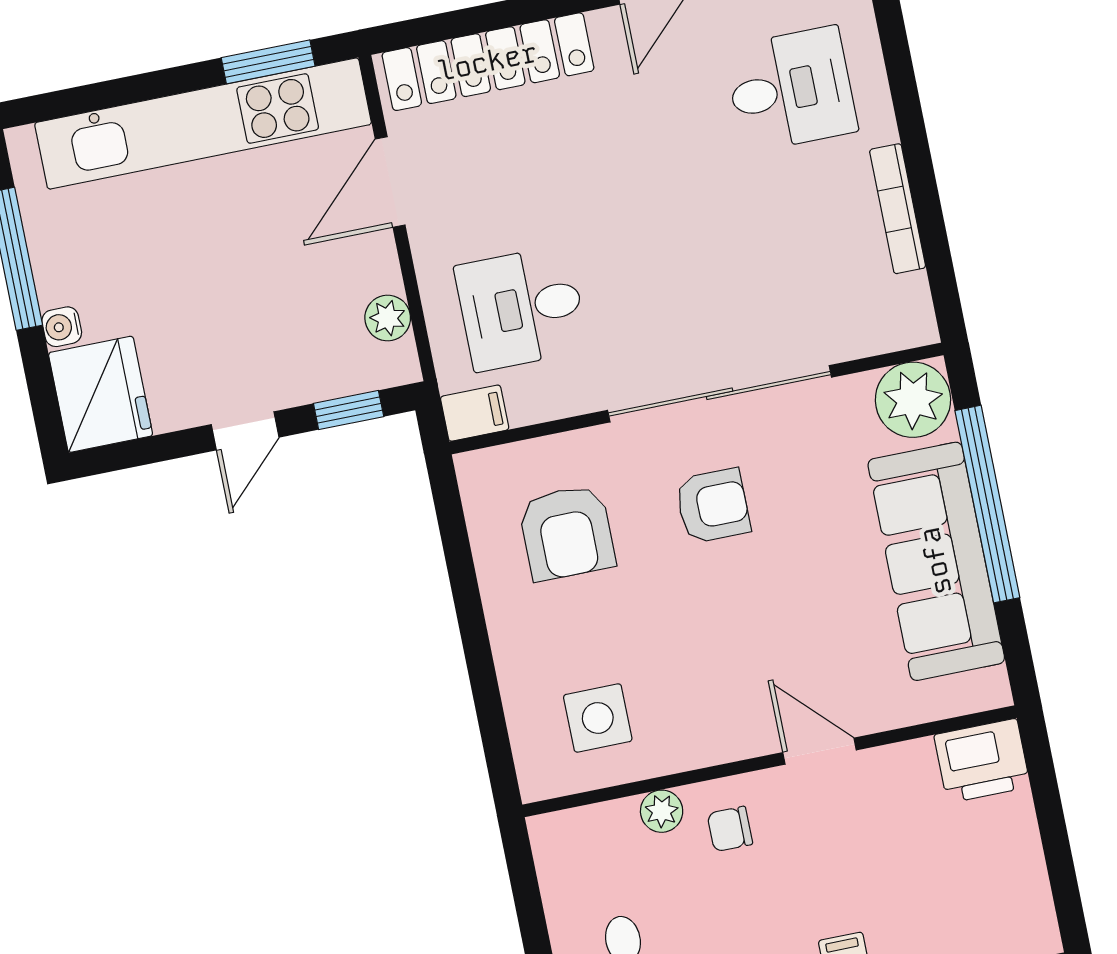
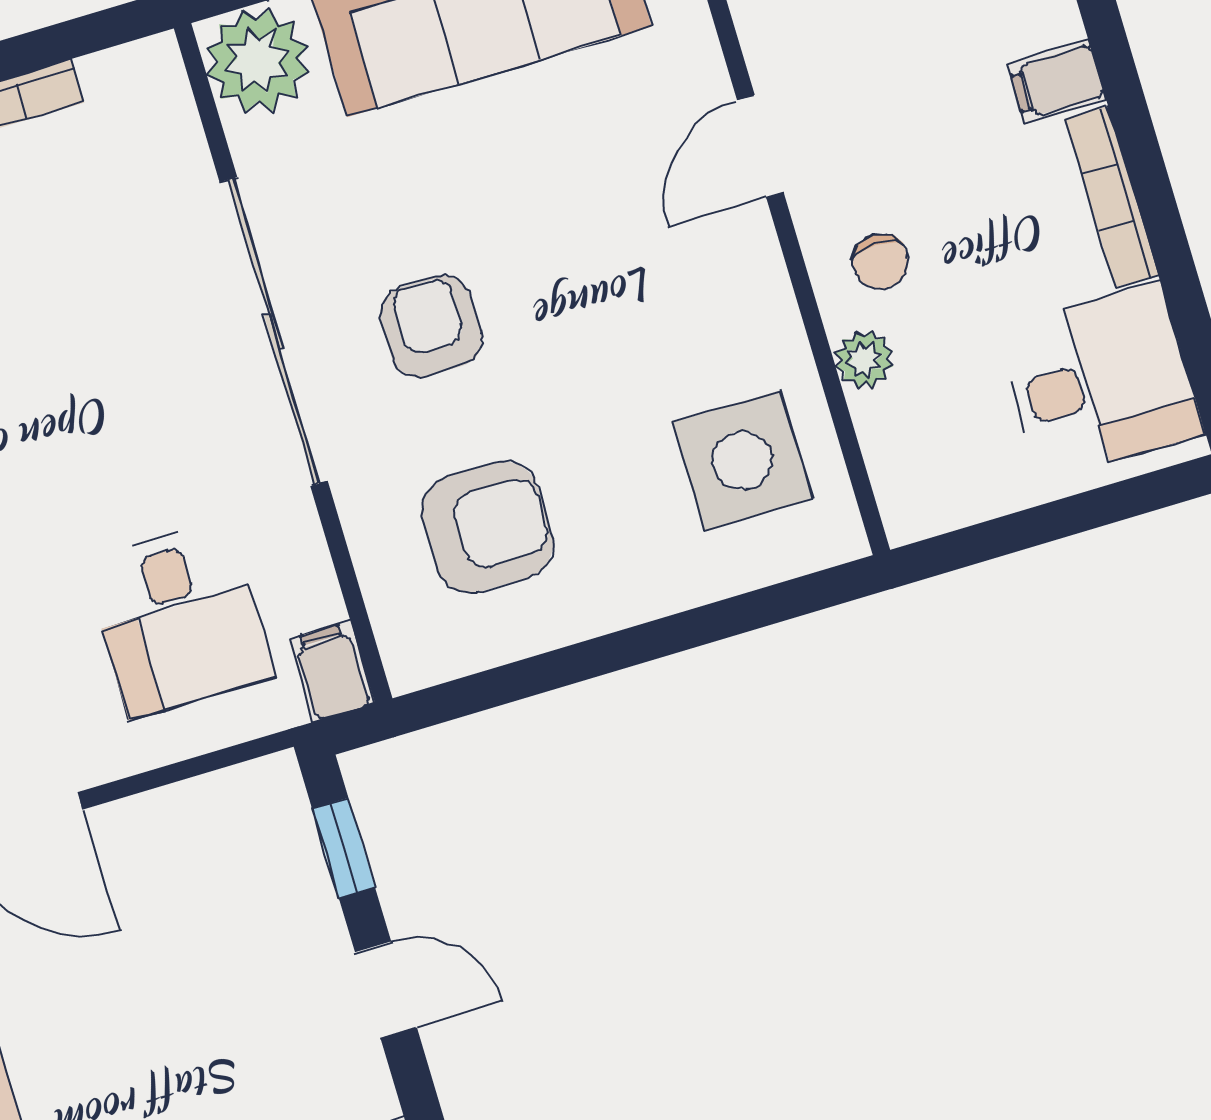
plant: (388, 318) -> (210, 805), removed
side table: (598, 718) -> (742, 461), width x1.37, depth x1.37

